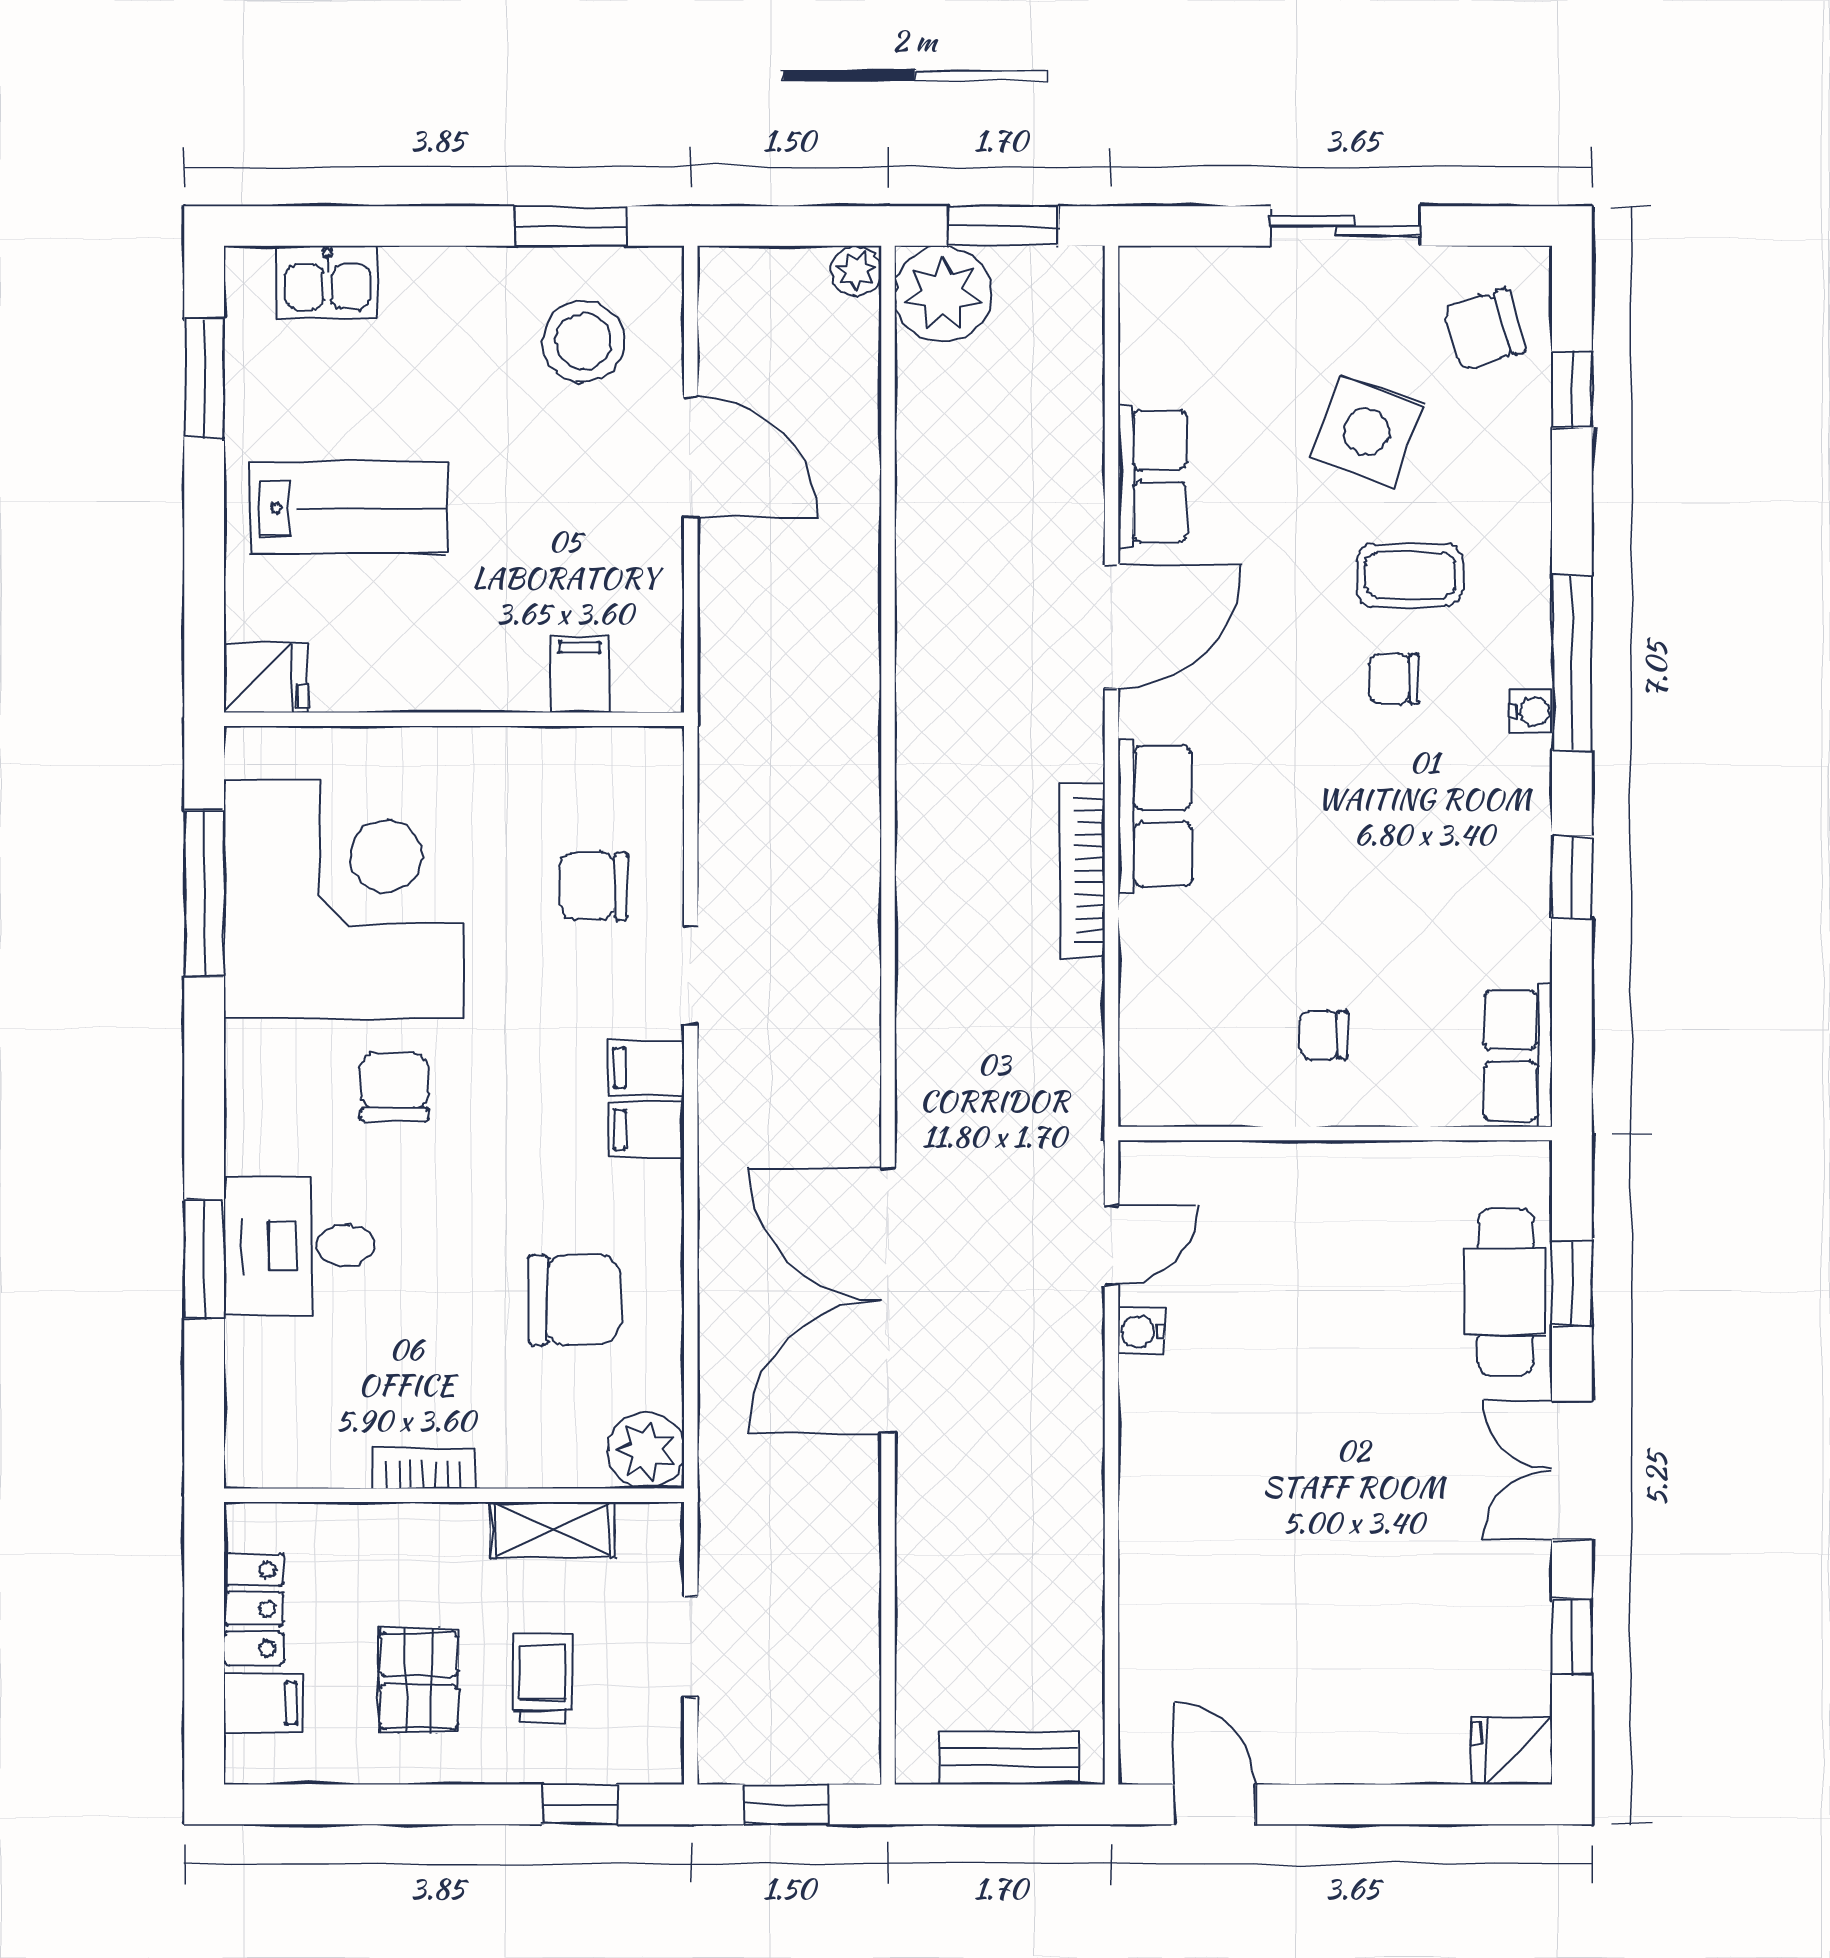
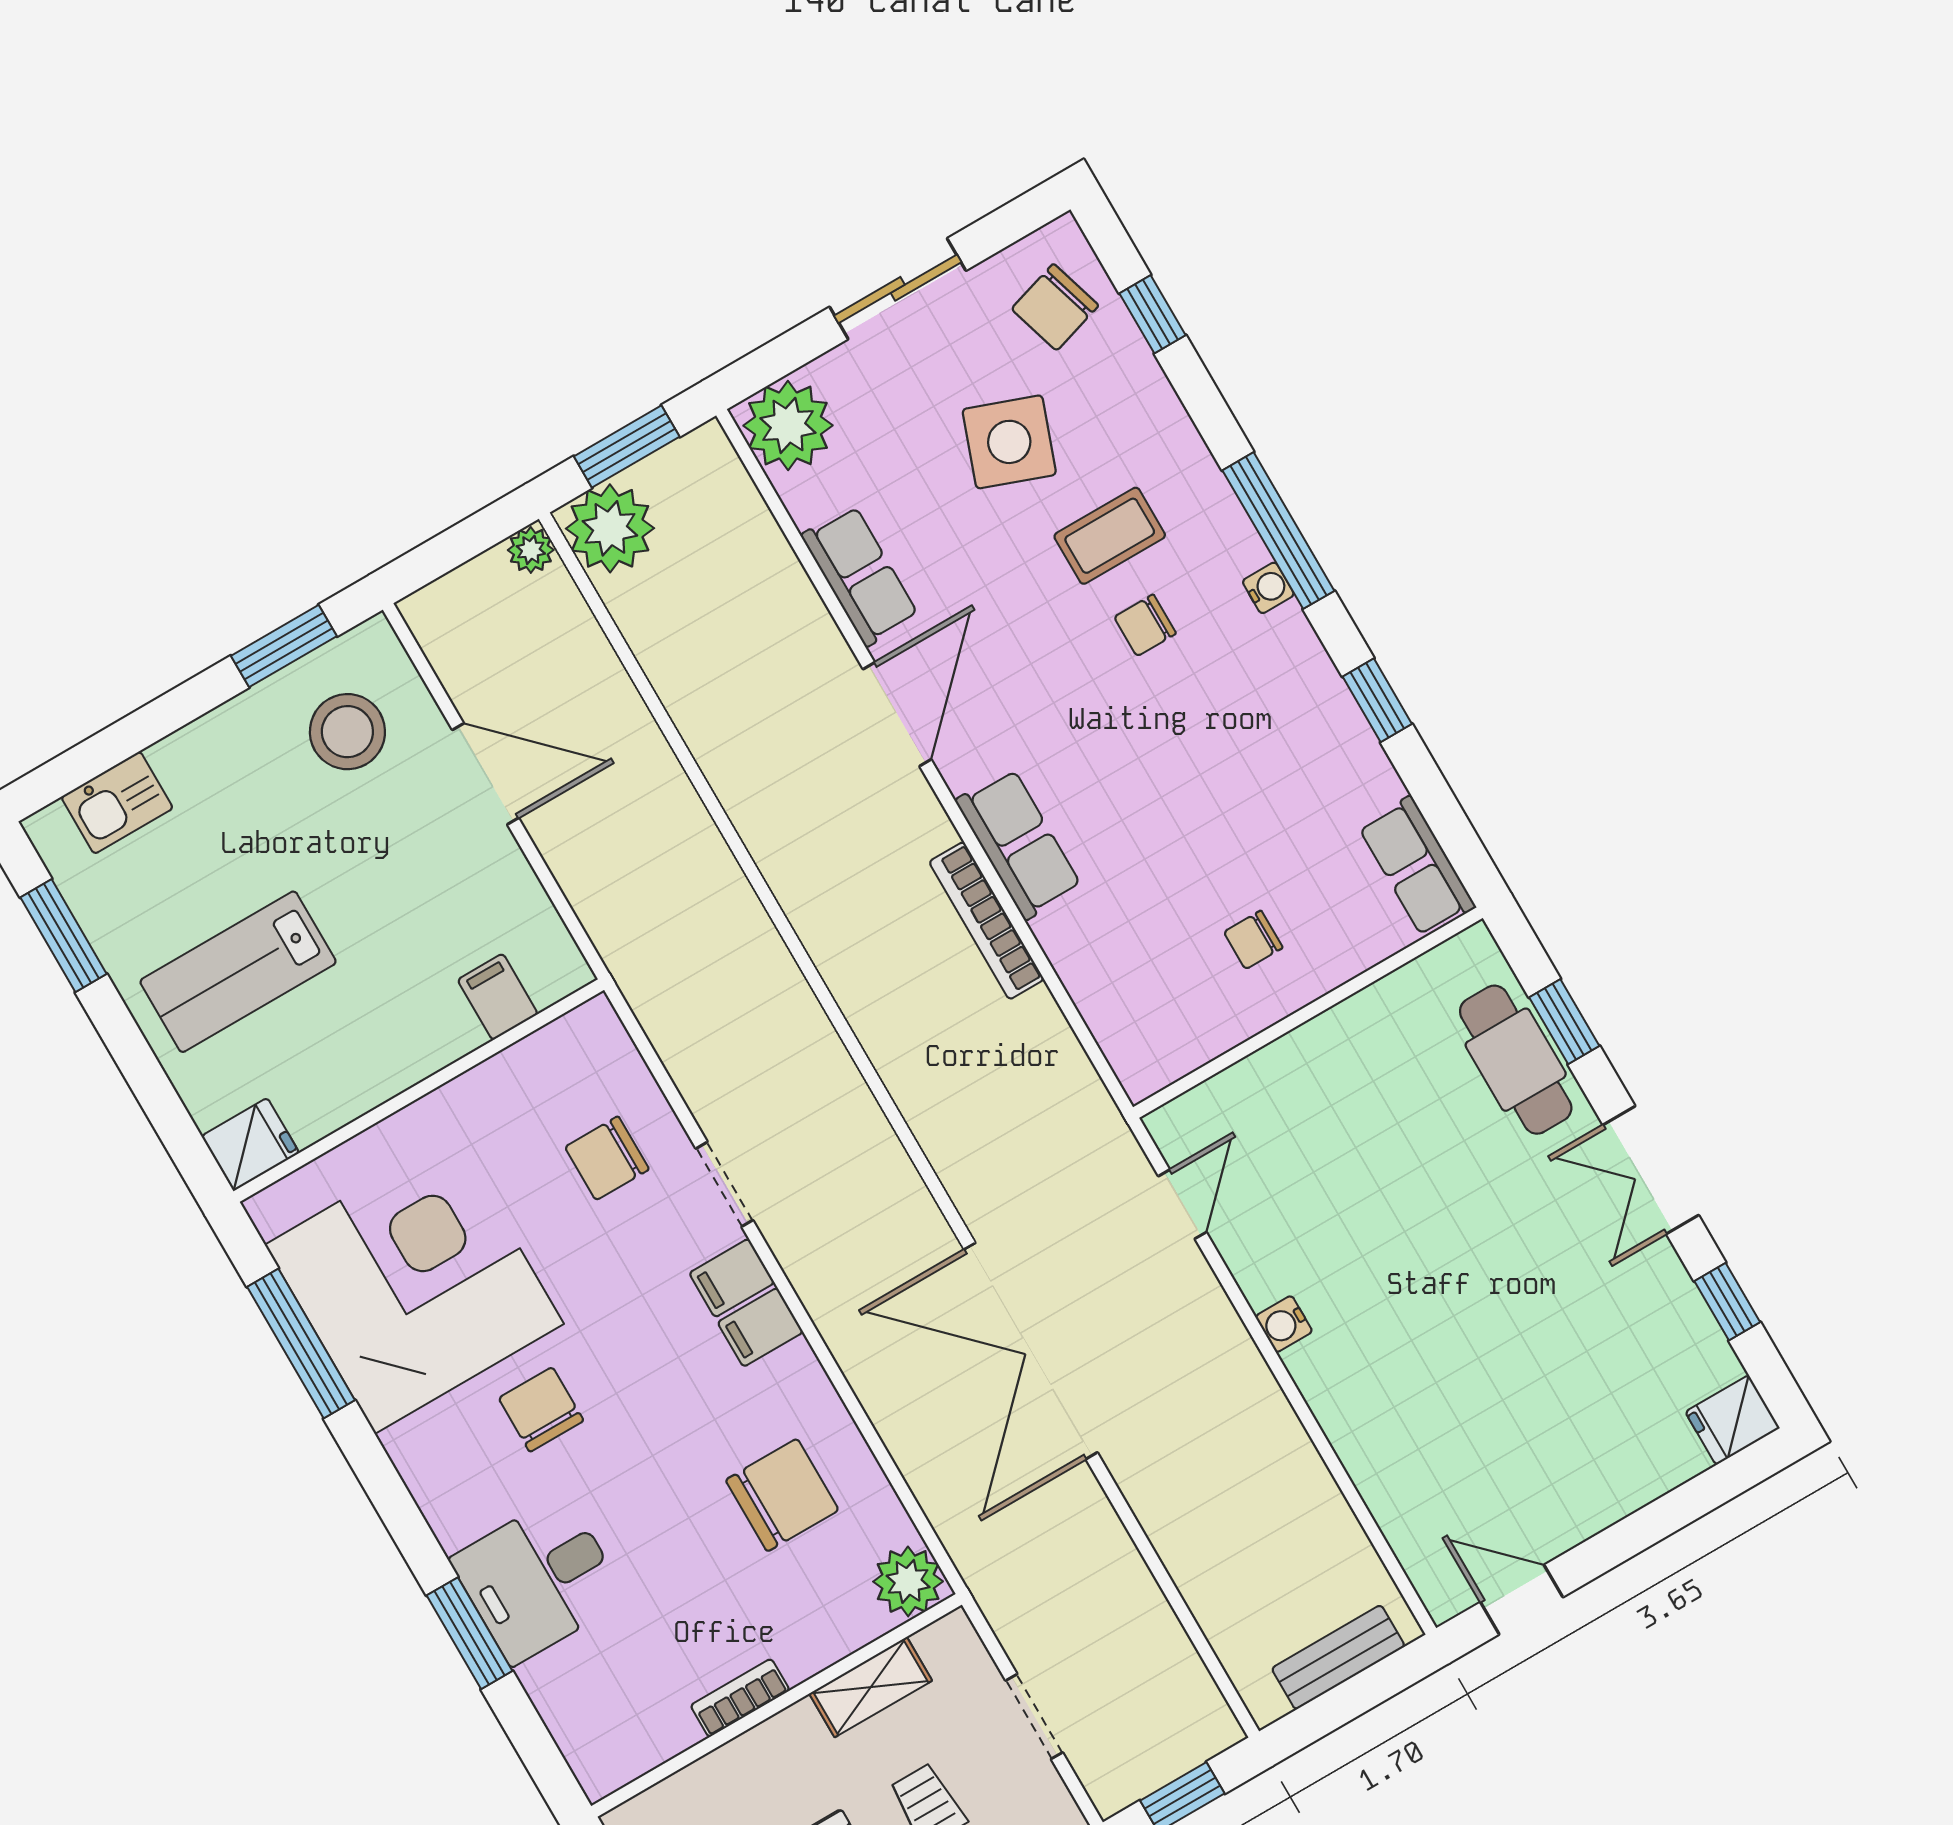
plant: (1167, 295) -> (788, 425), added
lab bench: (349, 508) -> (238, 972), turned 180
water cooler: (1142, 1332) -> (1284, 1324), moved

